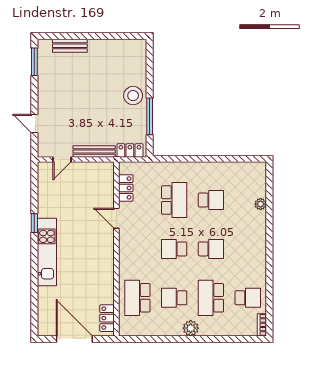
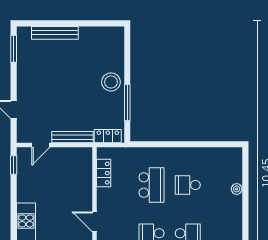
bench: (70, 46) -> (55, 33), width x1.36
school desk: (211, 200) -> (188, 185), turned 180
door: (116, 218) -> (95, 222), moved
window: (34, 223) -> (14, 165), moved

